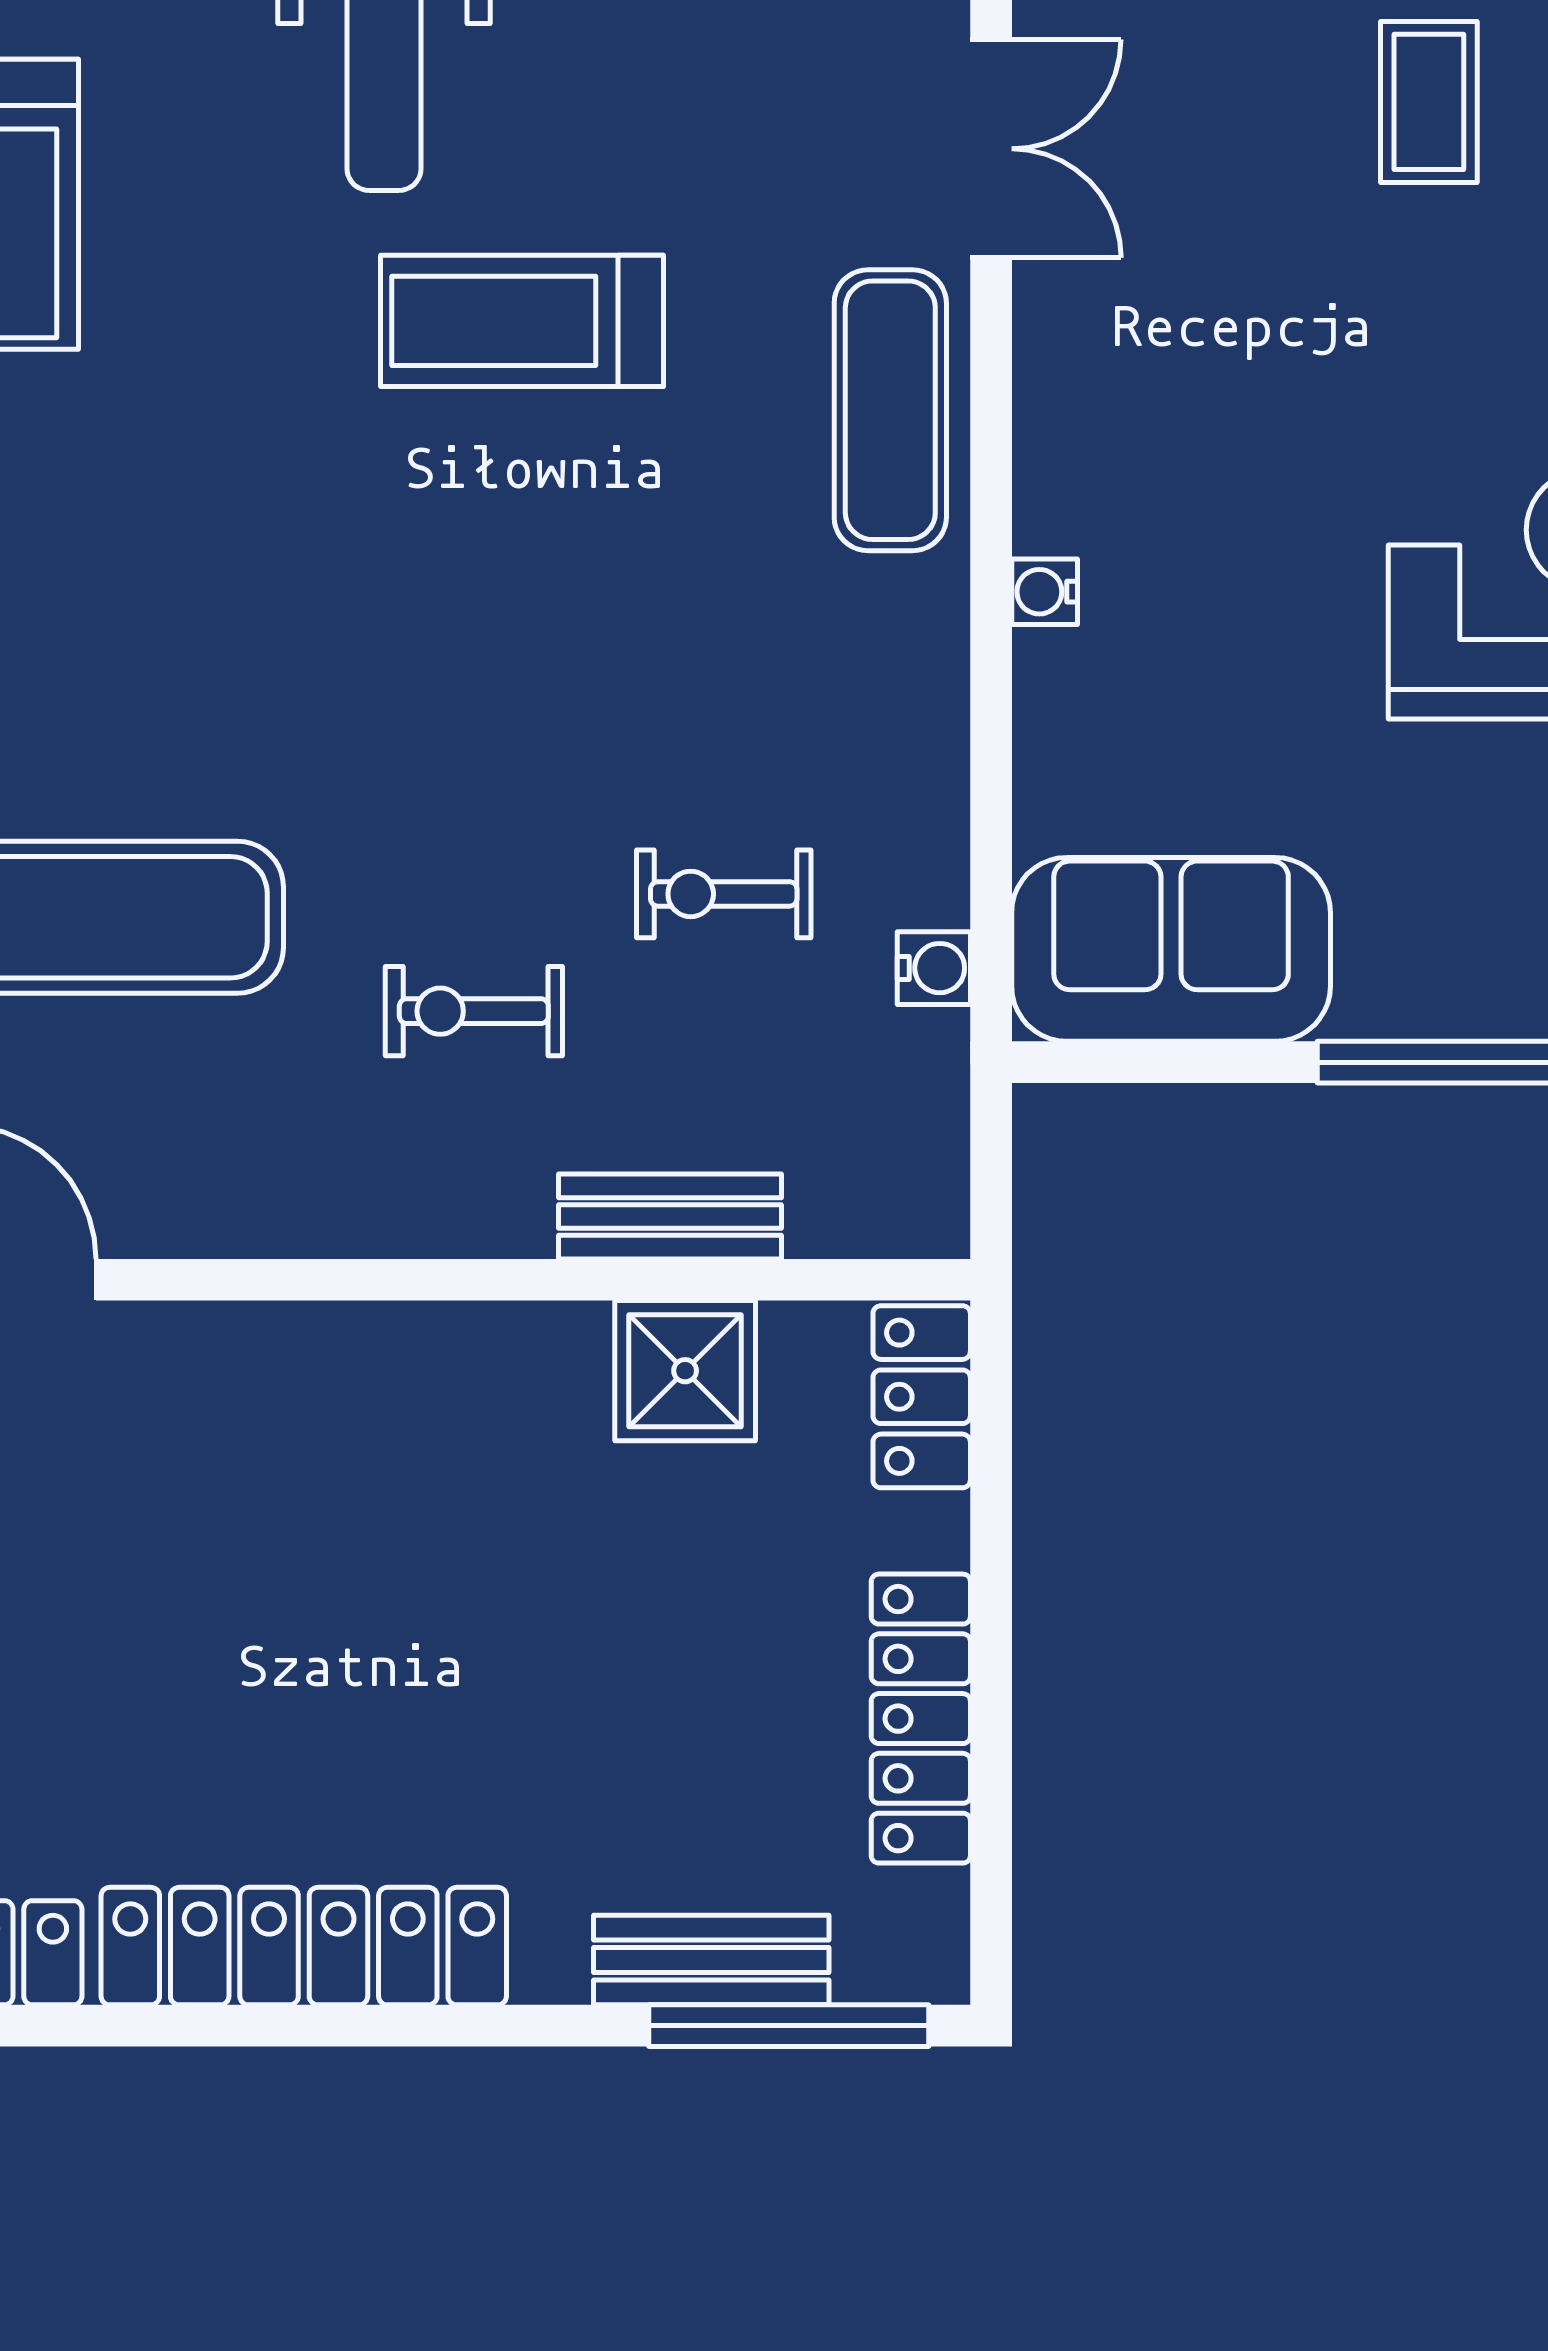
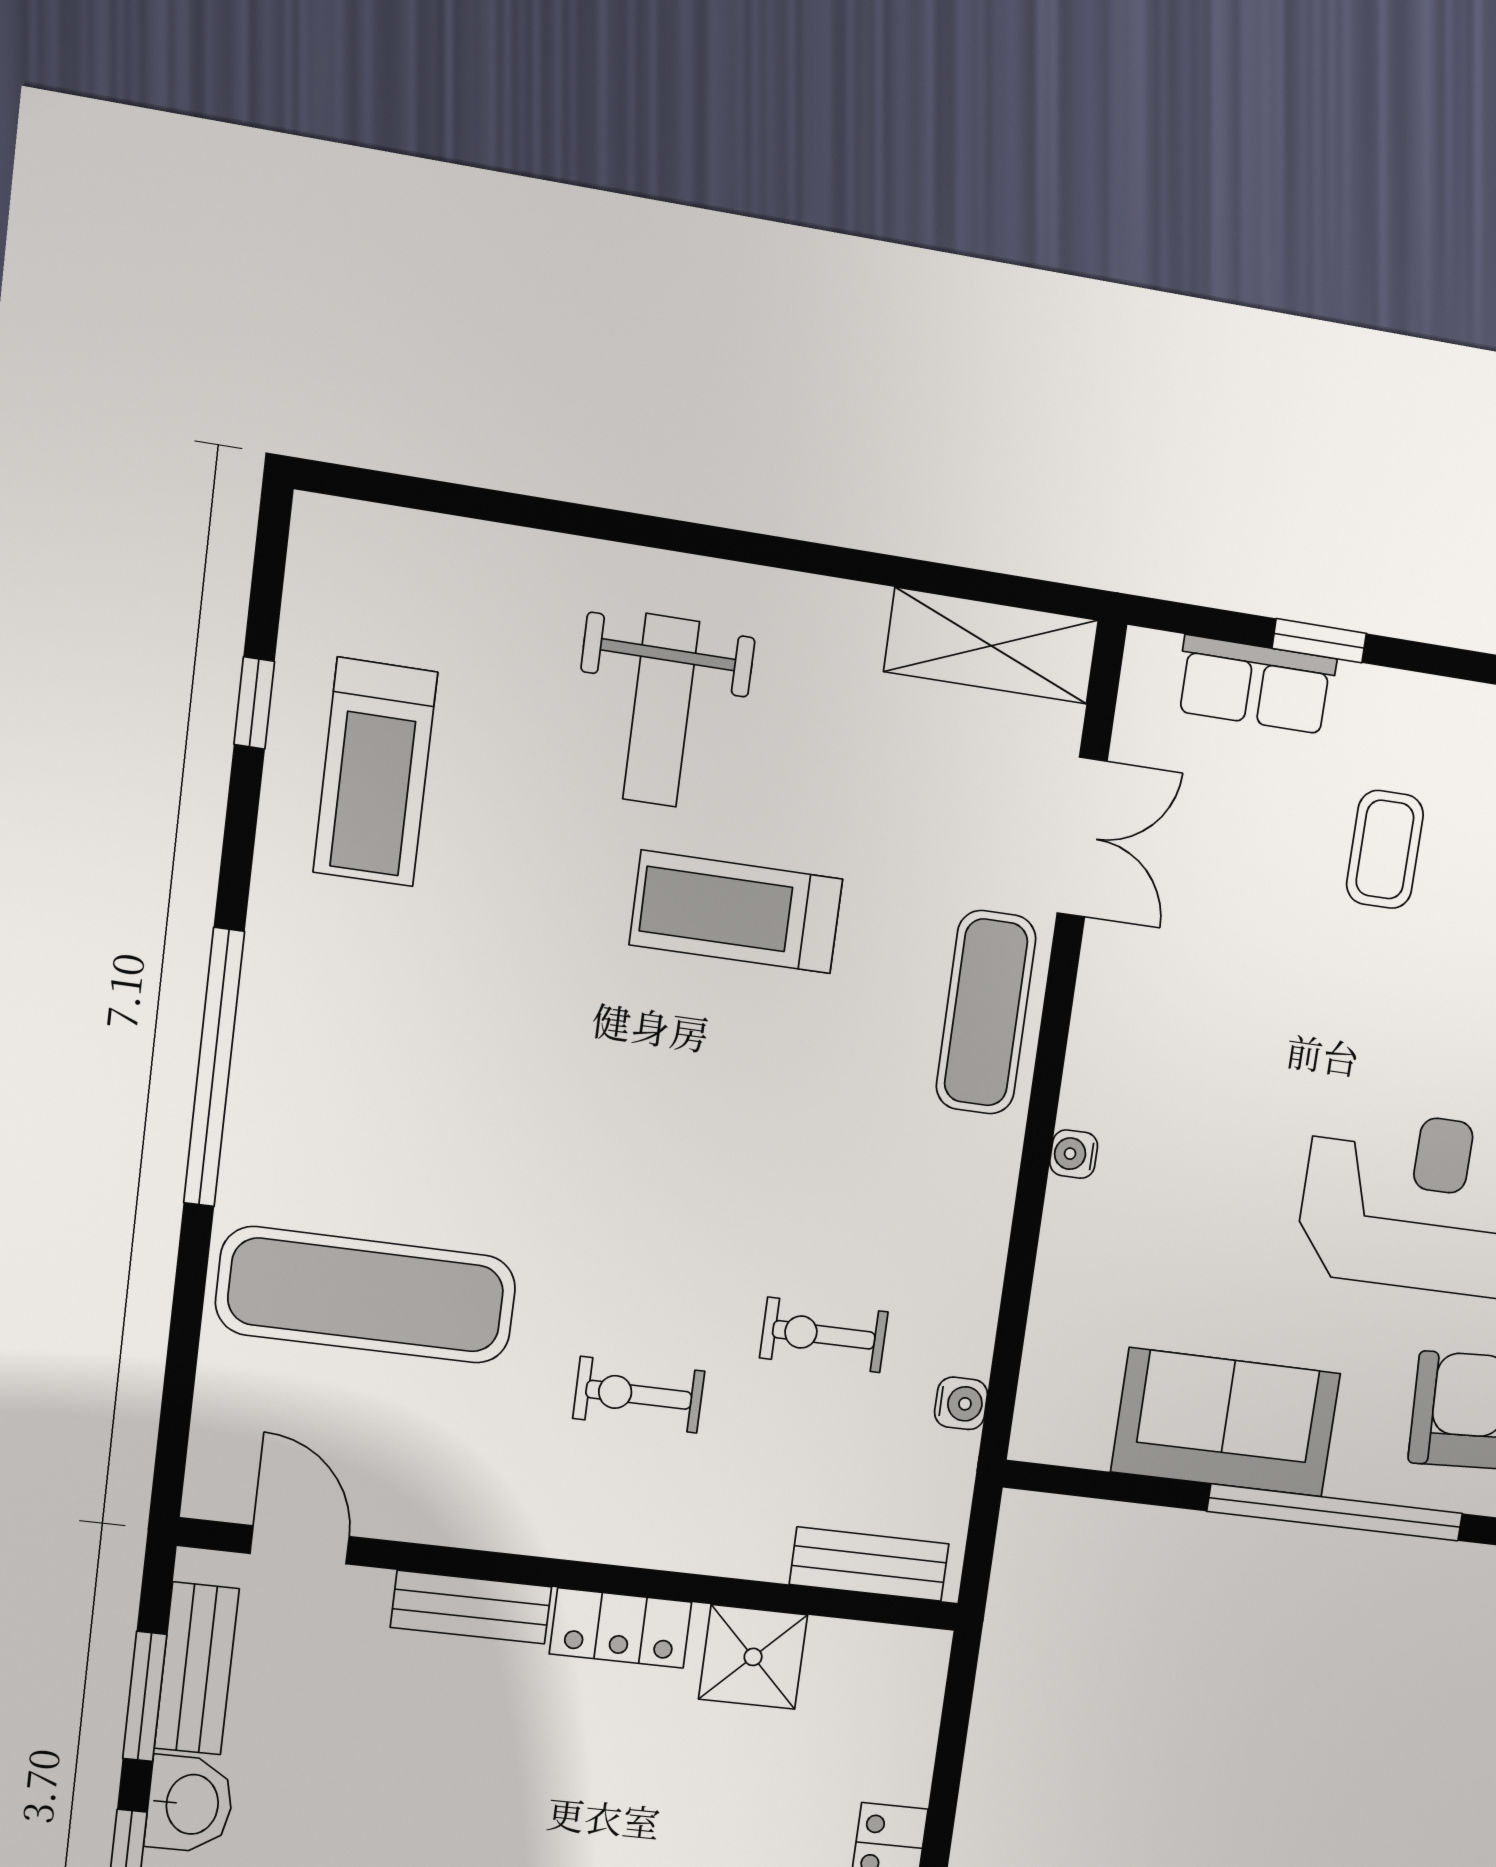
sofa: (1171, 949) -> (1226, 1423), moved
bench: (670, 1216) -> (869, 1564), moved
bench: (277, 1342) -> (471, 1607), added
locker: (922, 1397) -> (621, 1628), moved, turned -90

